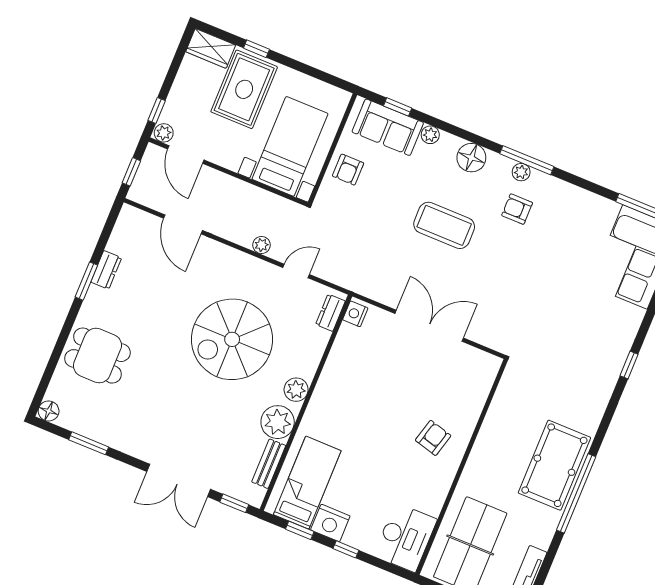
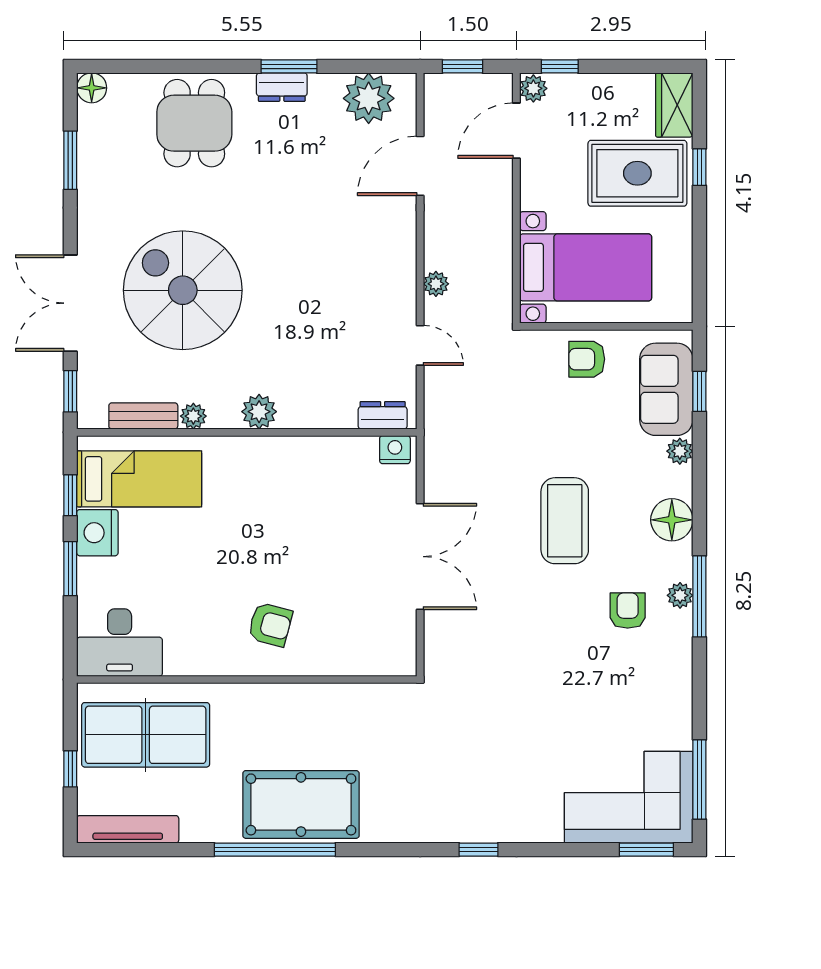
plant: (127, 239) -> (369, 98), added
dresser: (106, 270) -> (282, 87), moved
spiral stairs: (232, 339) -> (183, 290), moved
plant: (278, 422) -> (193, 416), width x0.53, depth x0.53
window: (346, 549) -> (70, 569), width x1.50

